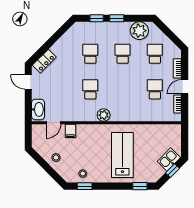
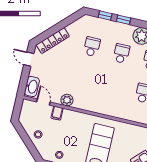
locker: (44, 61) -> (53, 41), width x1.53
school desk: (90, 89) -> (84, 79), removed
plant: (104, 115) -> (67, 100), moved
door: (54, 123) -> (43, 102), swing flipped

